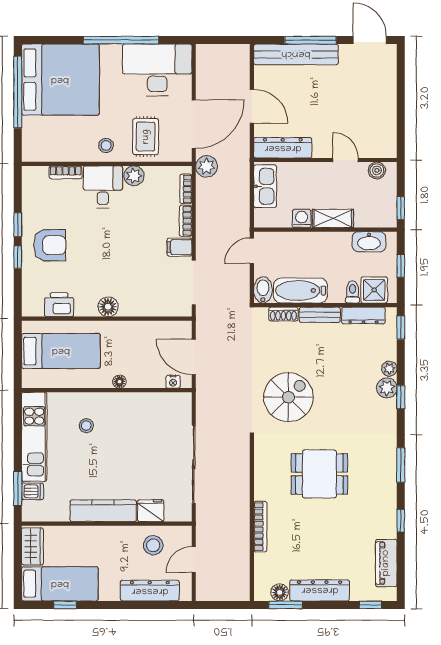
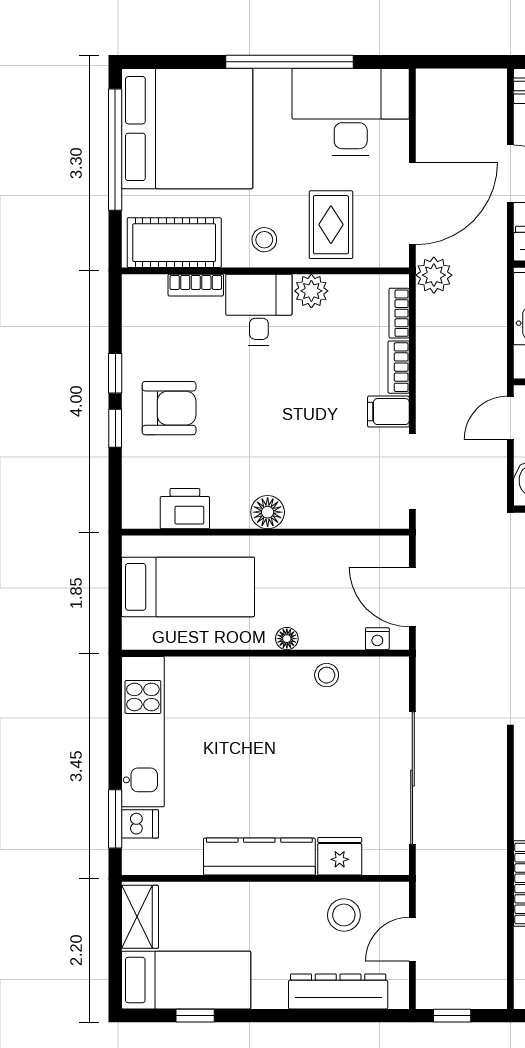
cot: (53, 147) -> (174, 243), added
stool: (86, 426) -> (327, 675), moved
window: (217, 605) -> (452, 1016), added

